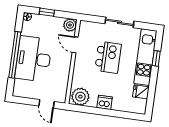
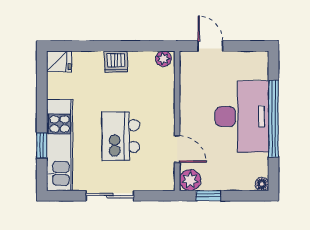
window: (47, 12) -> (208, 196), moved
fridge: (141, 92) -> (59, 61), moved
plant: (80, 97) -> (163, 59), width x0.53, depth x0.53

